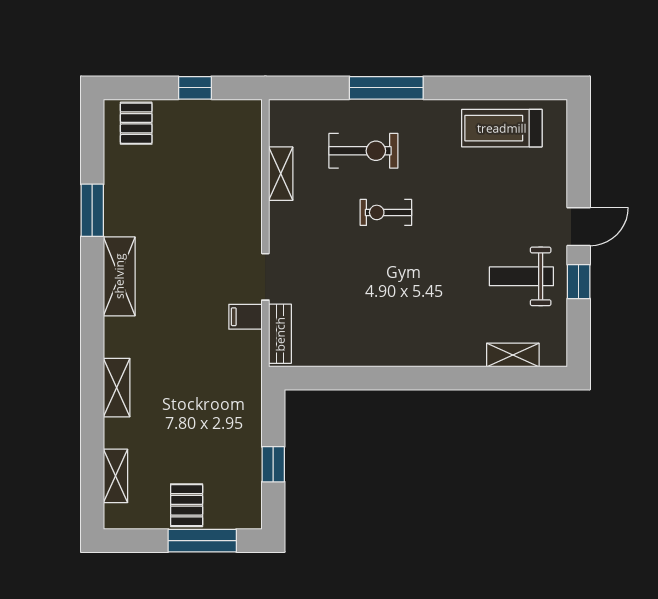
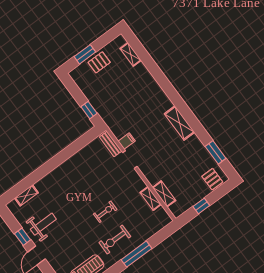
exercise bike: (363, 151) -> (115, 239), moved
window: (92, 210) -> (216, 152), moved
shelving: (117, 388) -> (164, 194), moved
window: (273, 464) -> (89, 110), moved
pallet: (187, 505) -> (99, 62), turned 90
window: (202, 541) -> (85, 54), width x0.69

